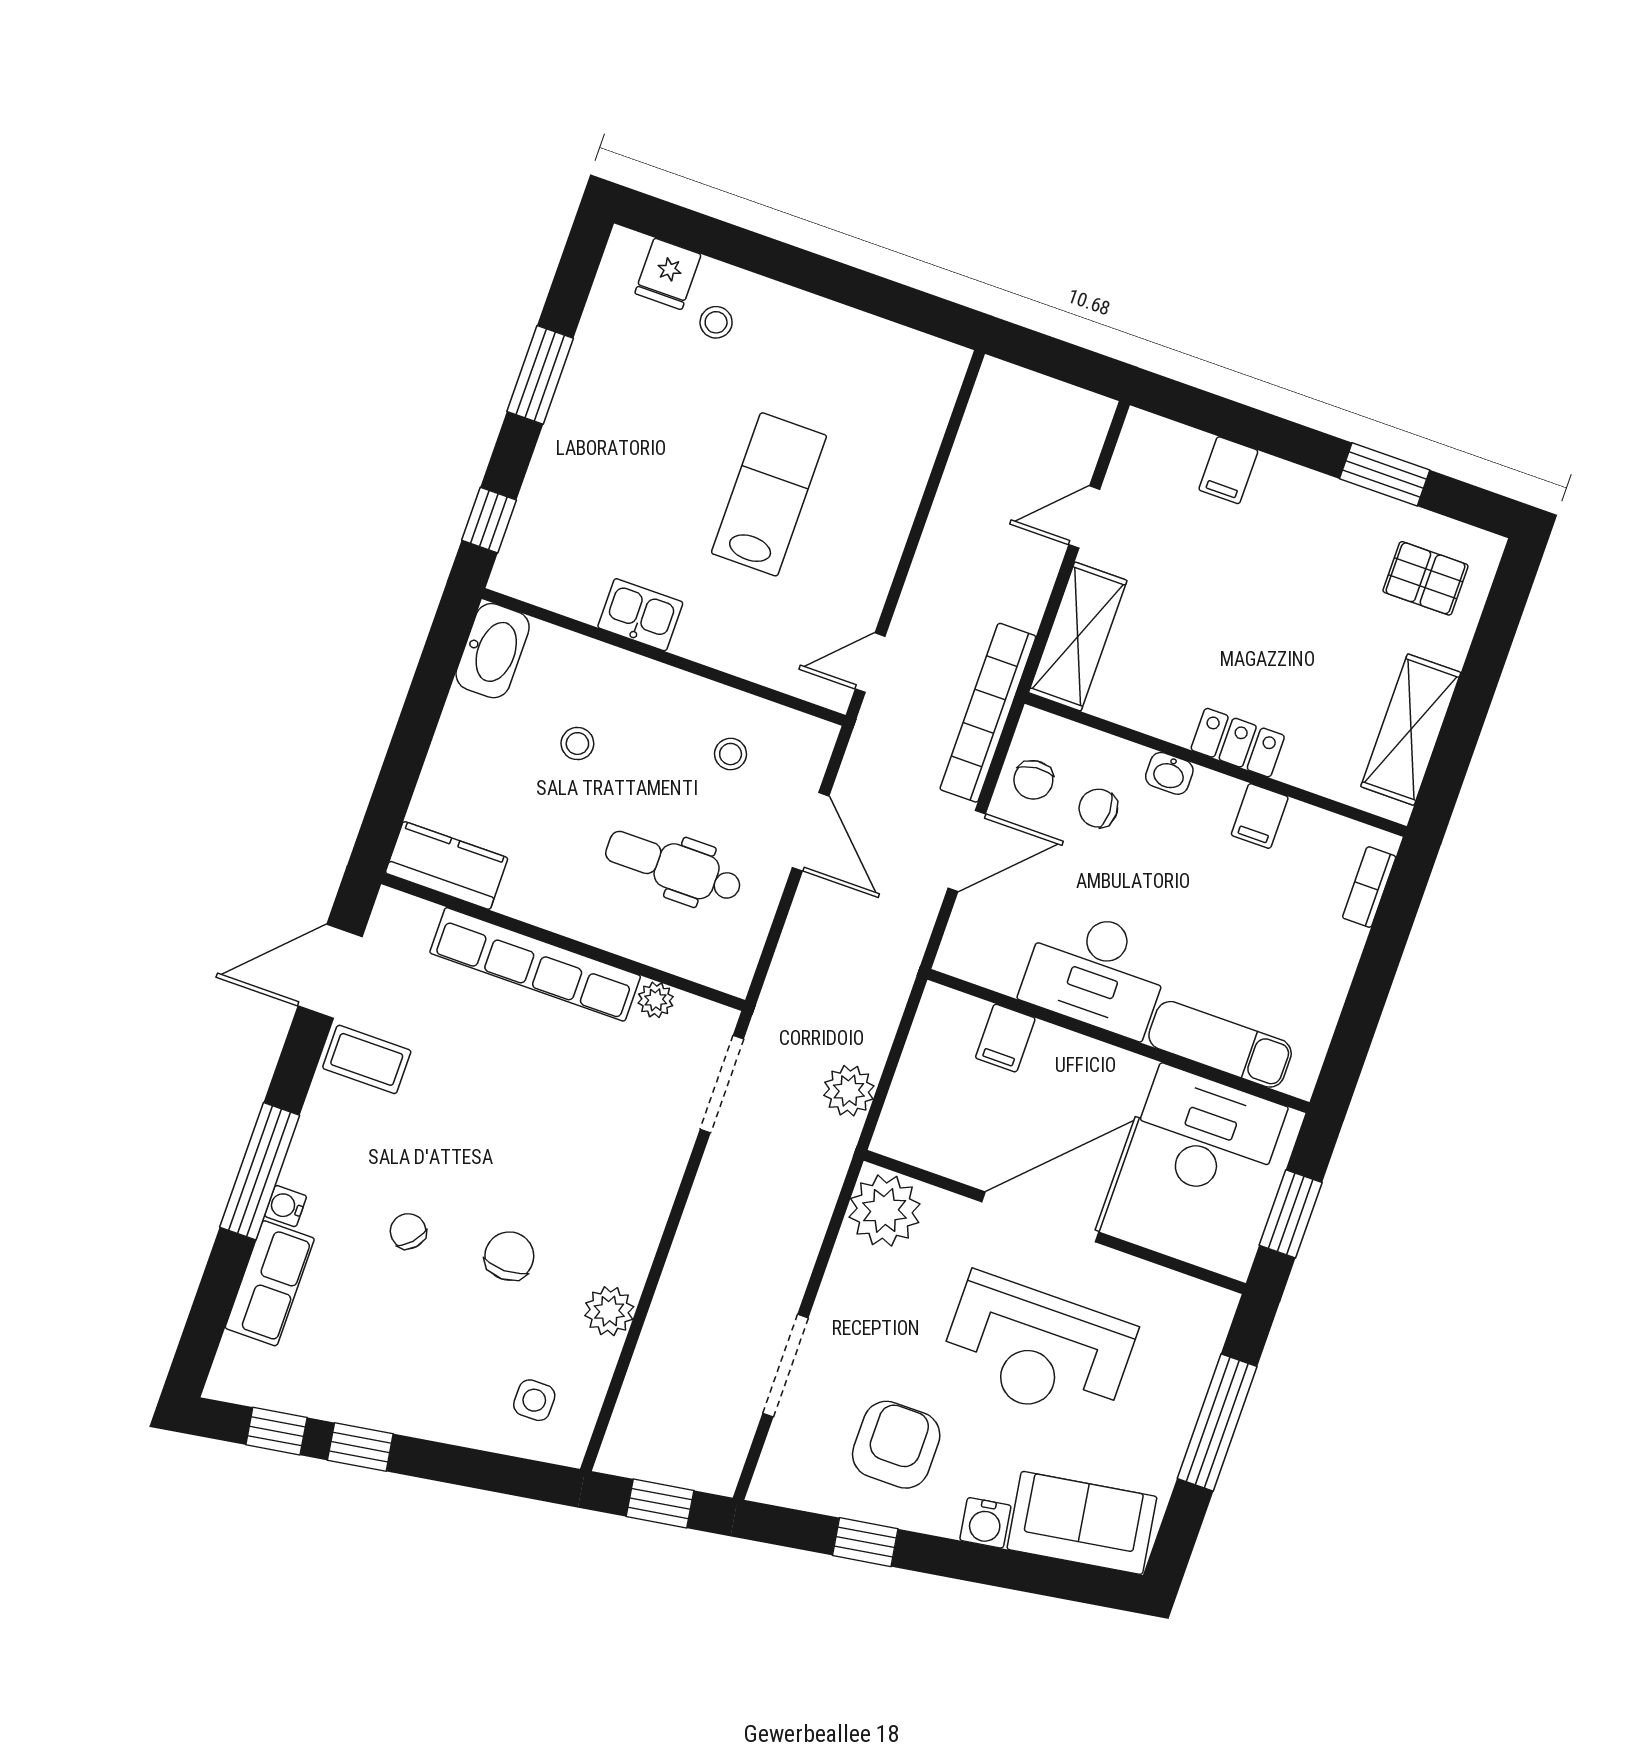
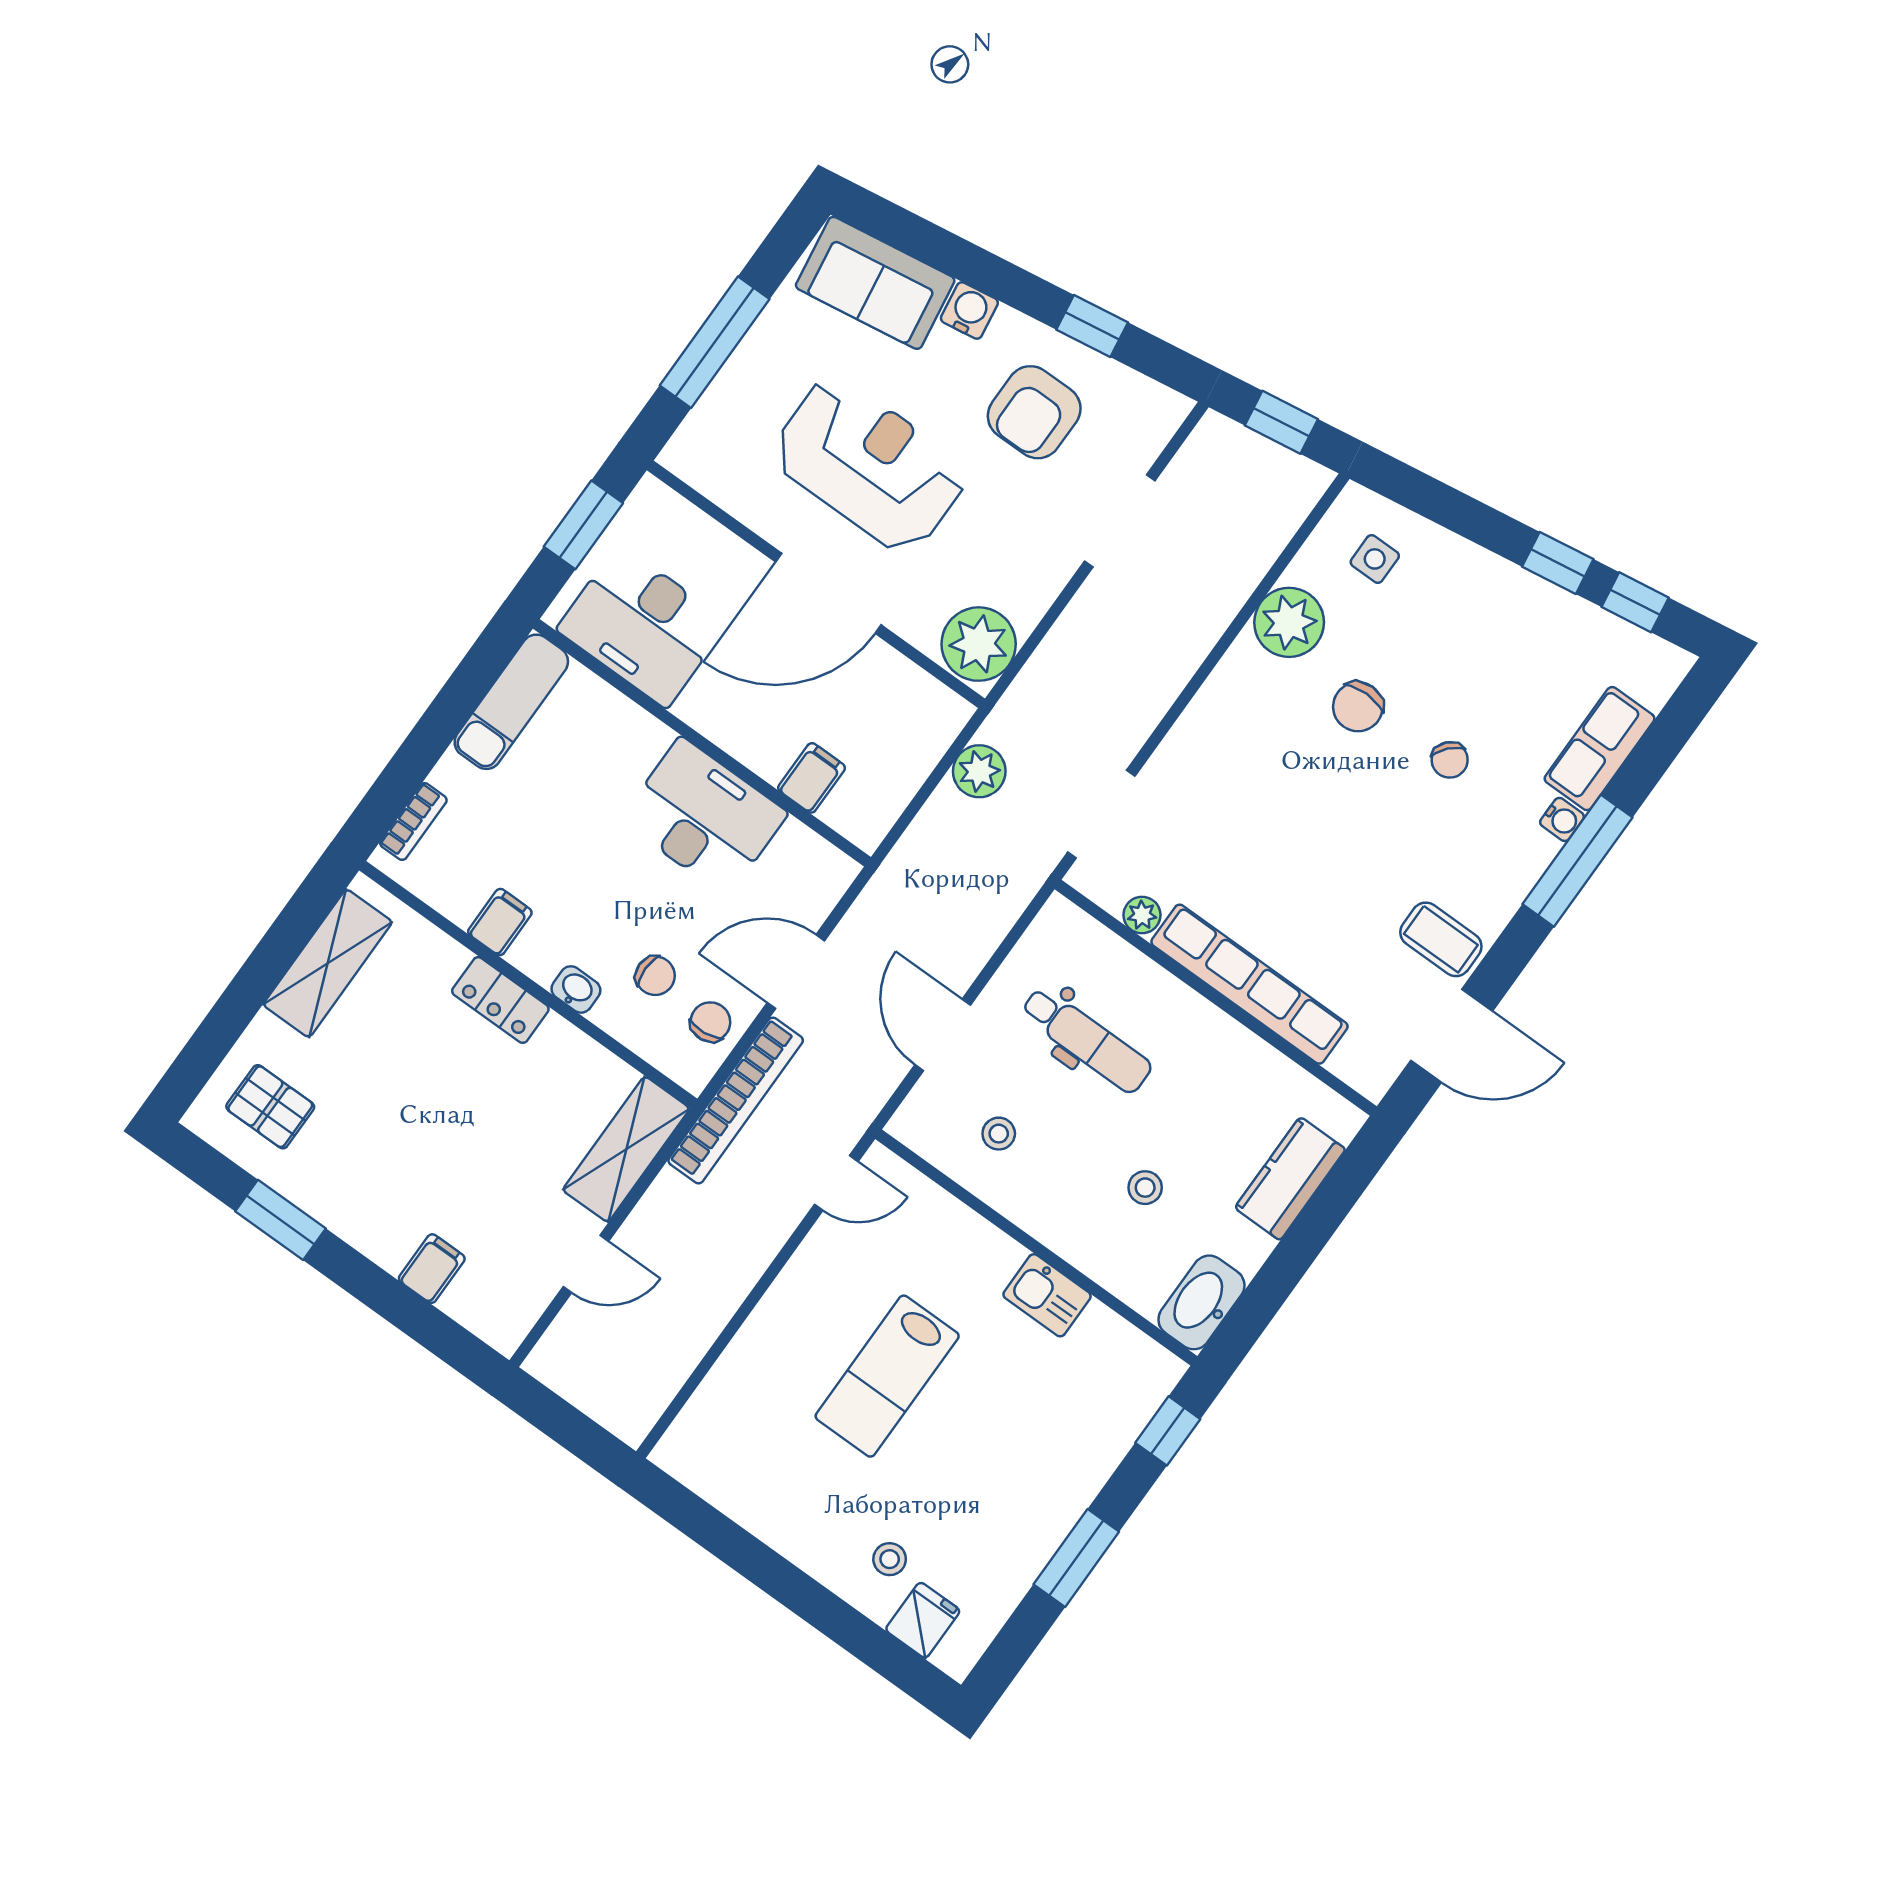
kitchen counter: (447, 865) -> (1290, 1179), moved, turned 90
exam couch: (1220, 1044) -> (511, 702), moved, turned -90
plant: (609, 1311) -> (1289, 622), width x1.36, depth x1.36

